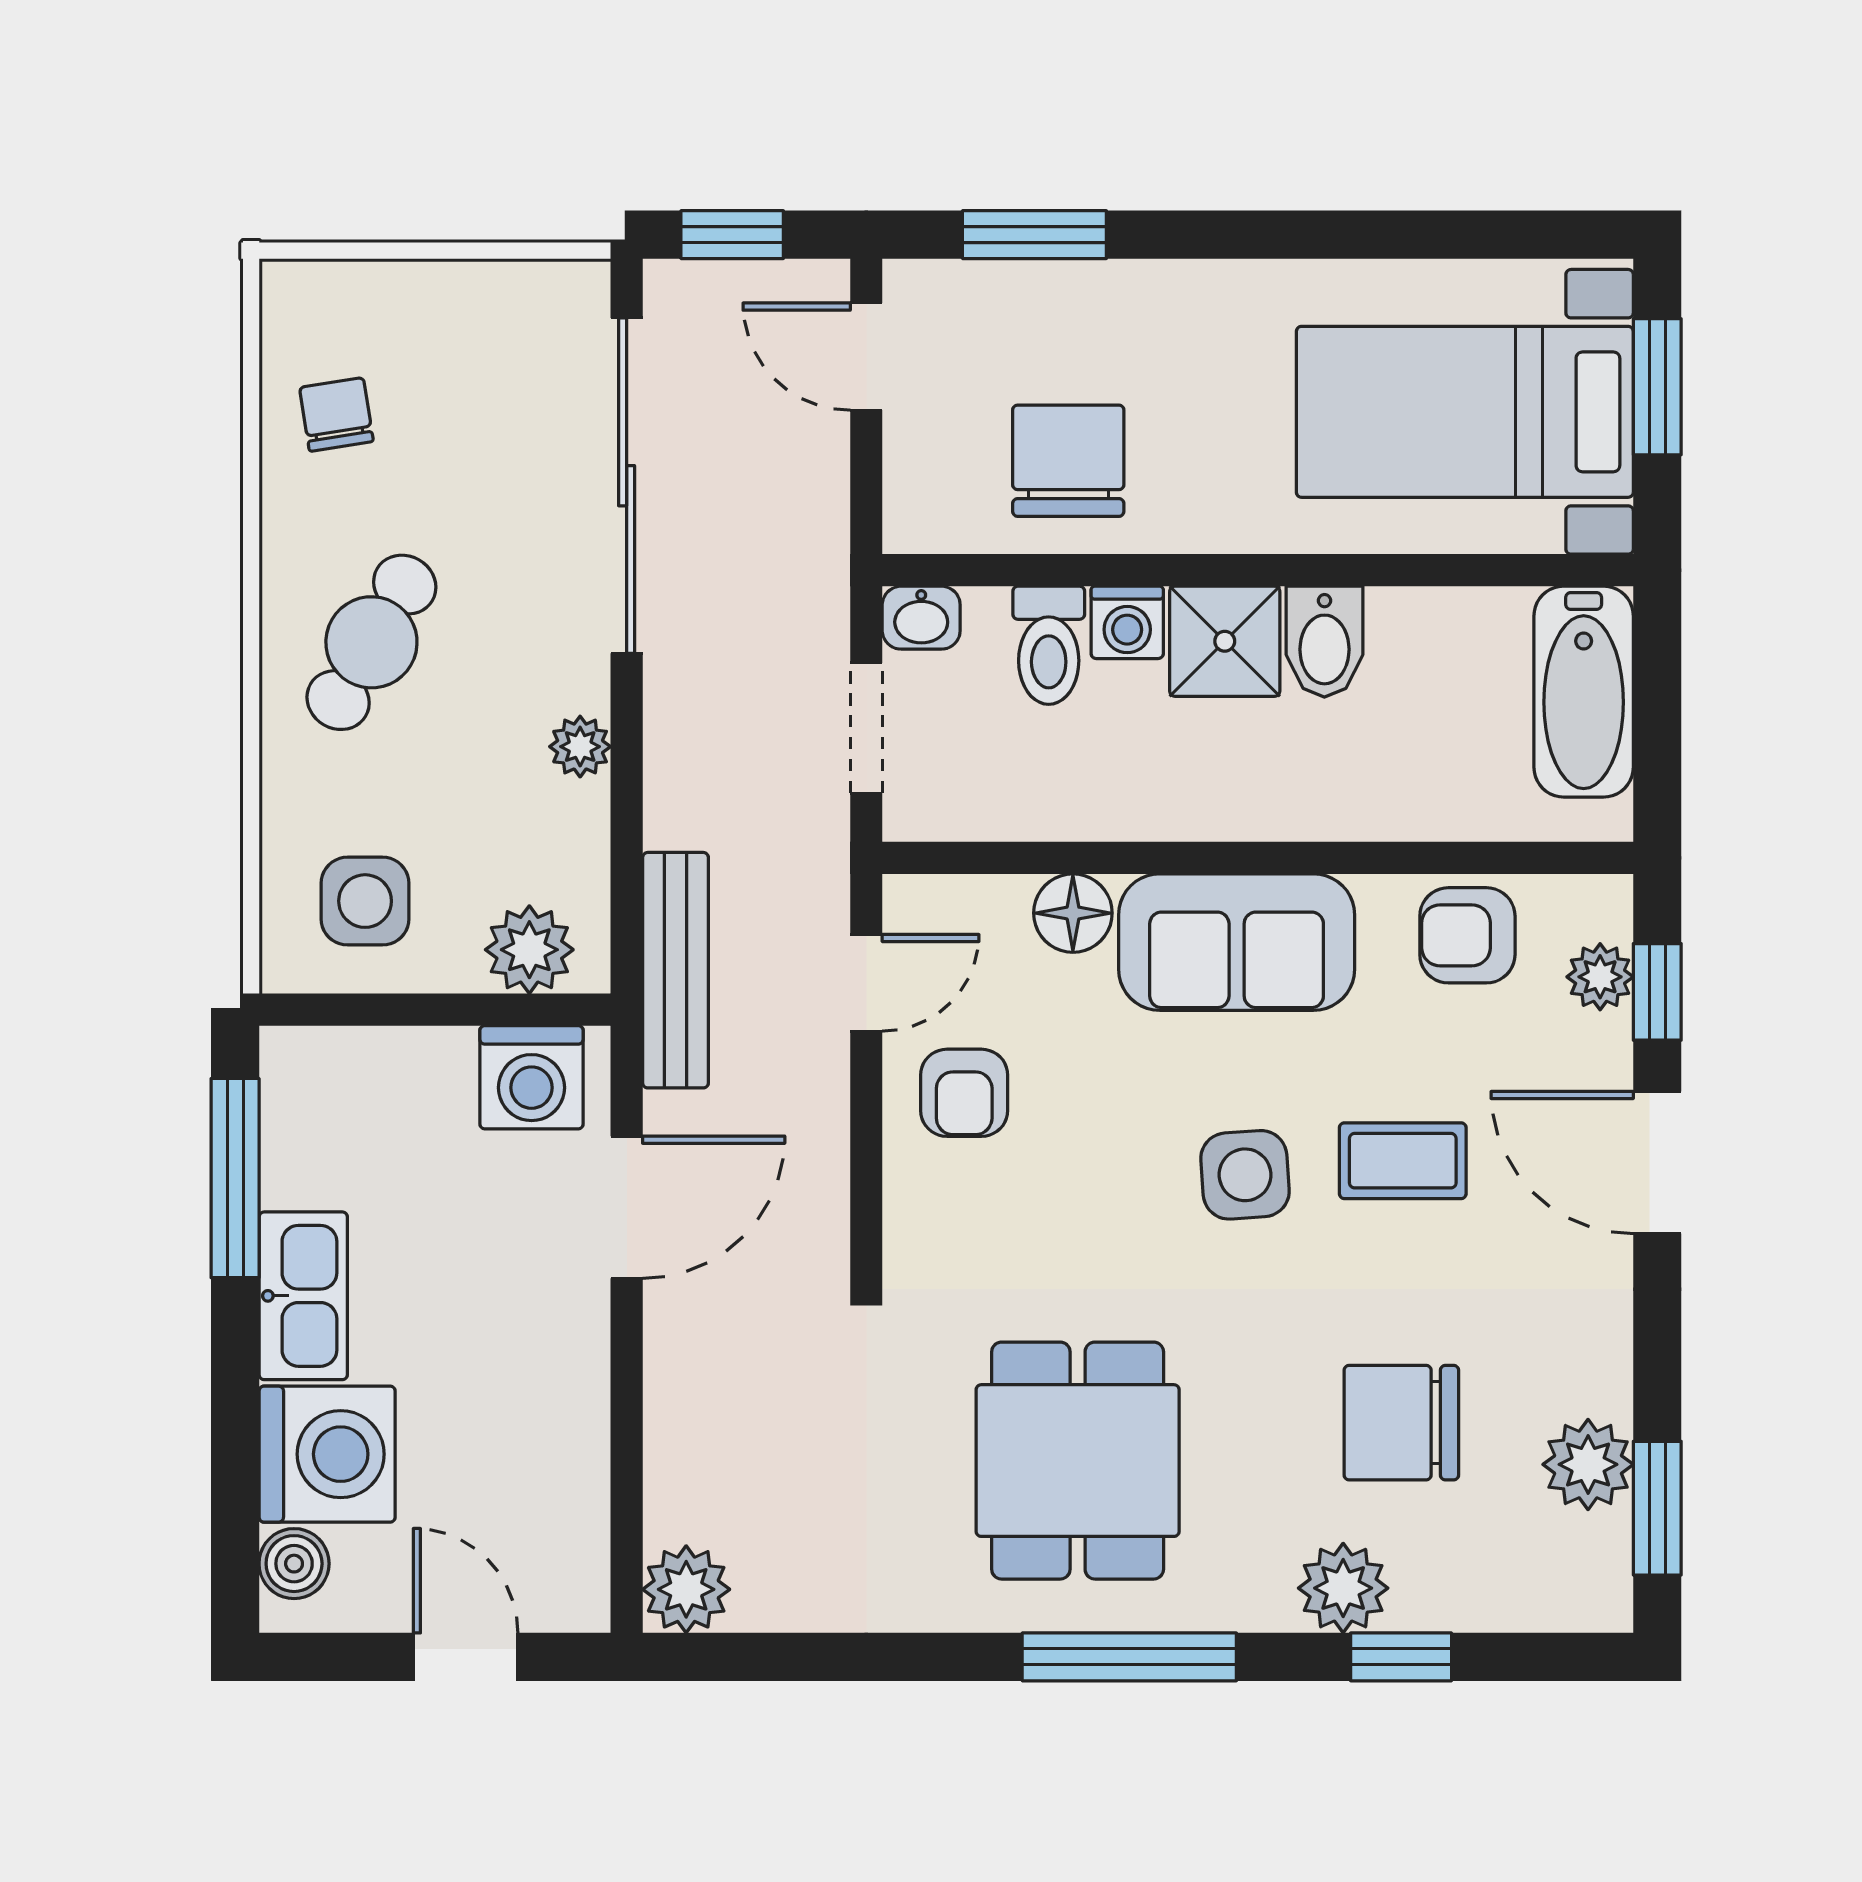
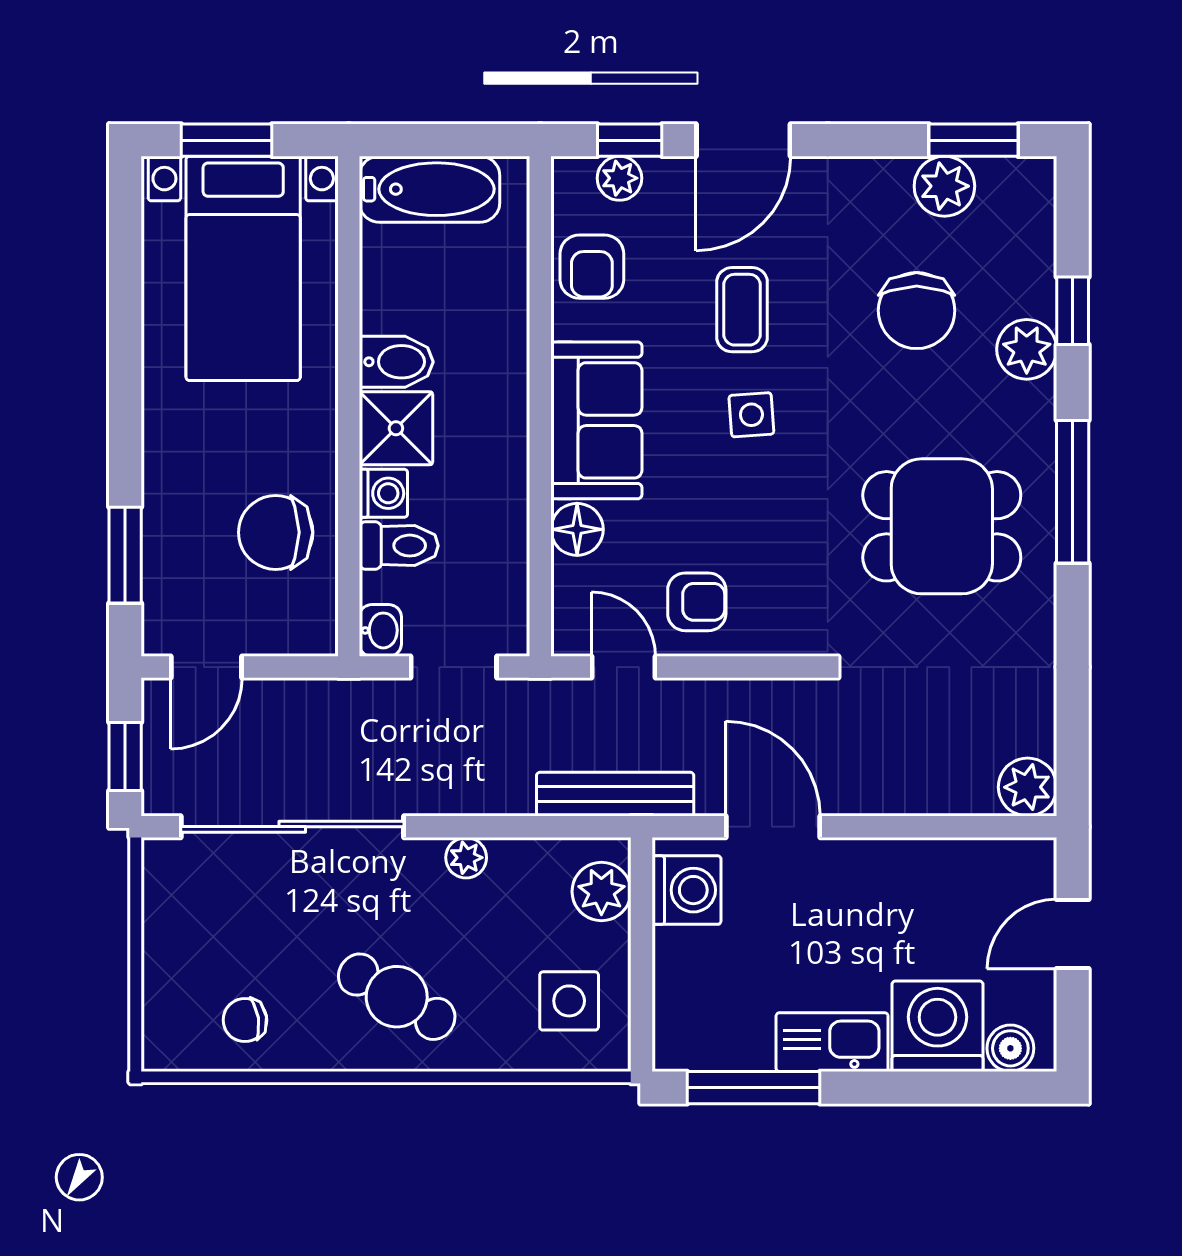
side table: (1245, 1175) -> (751, 415), width x0.73, depth x0.73

